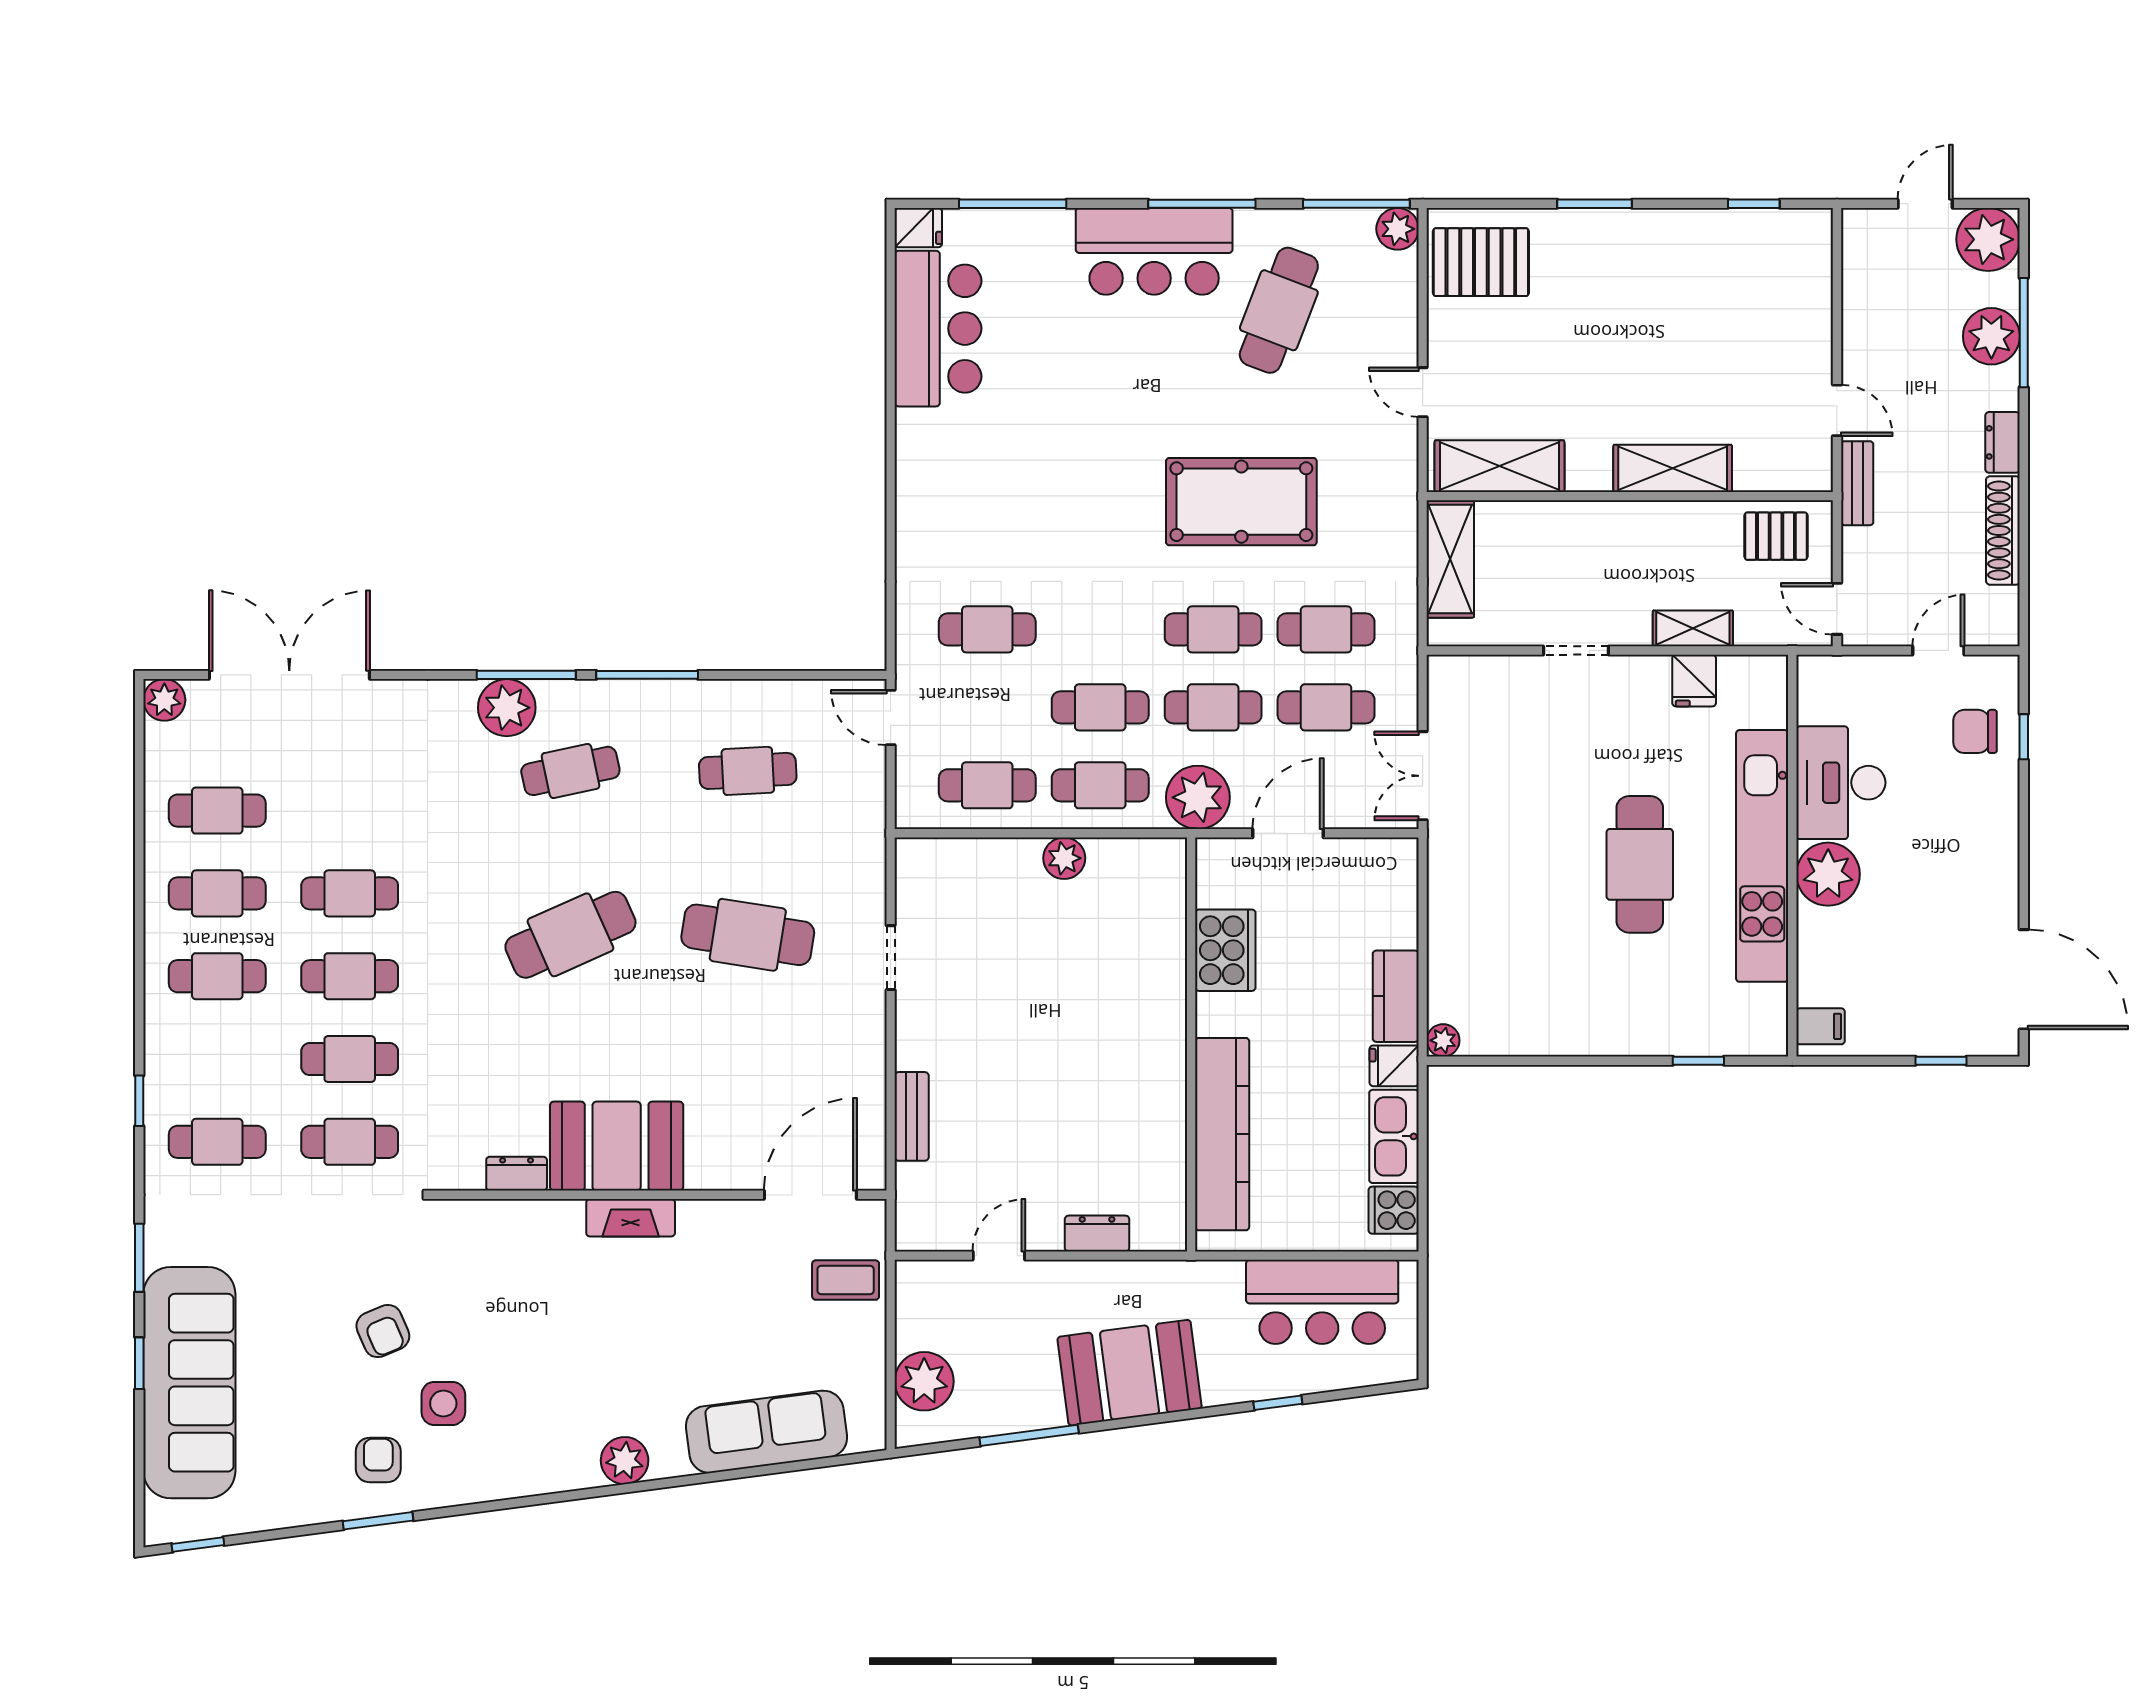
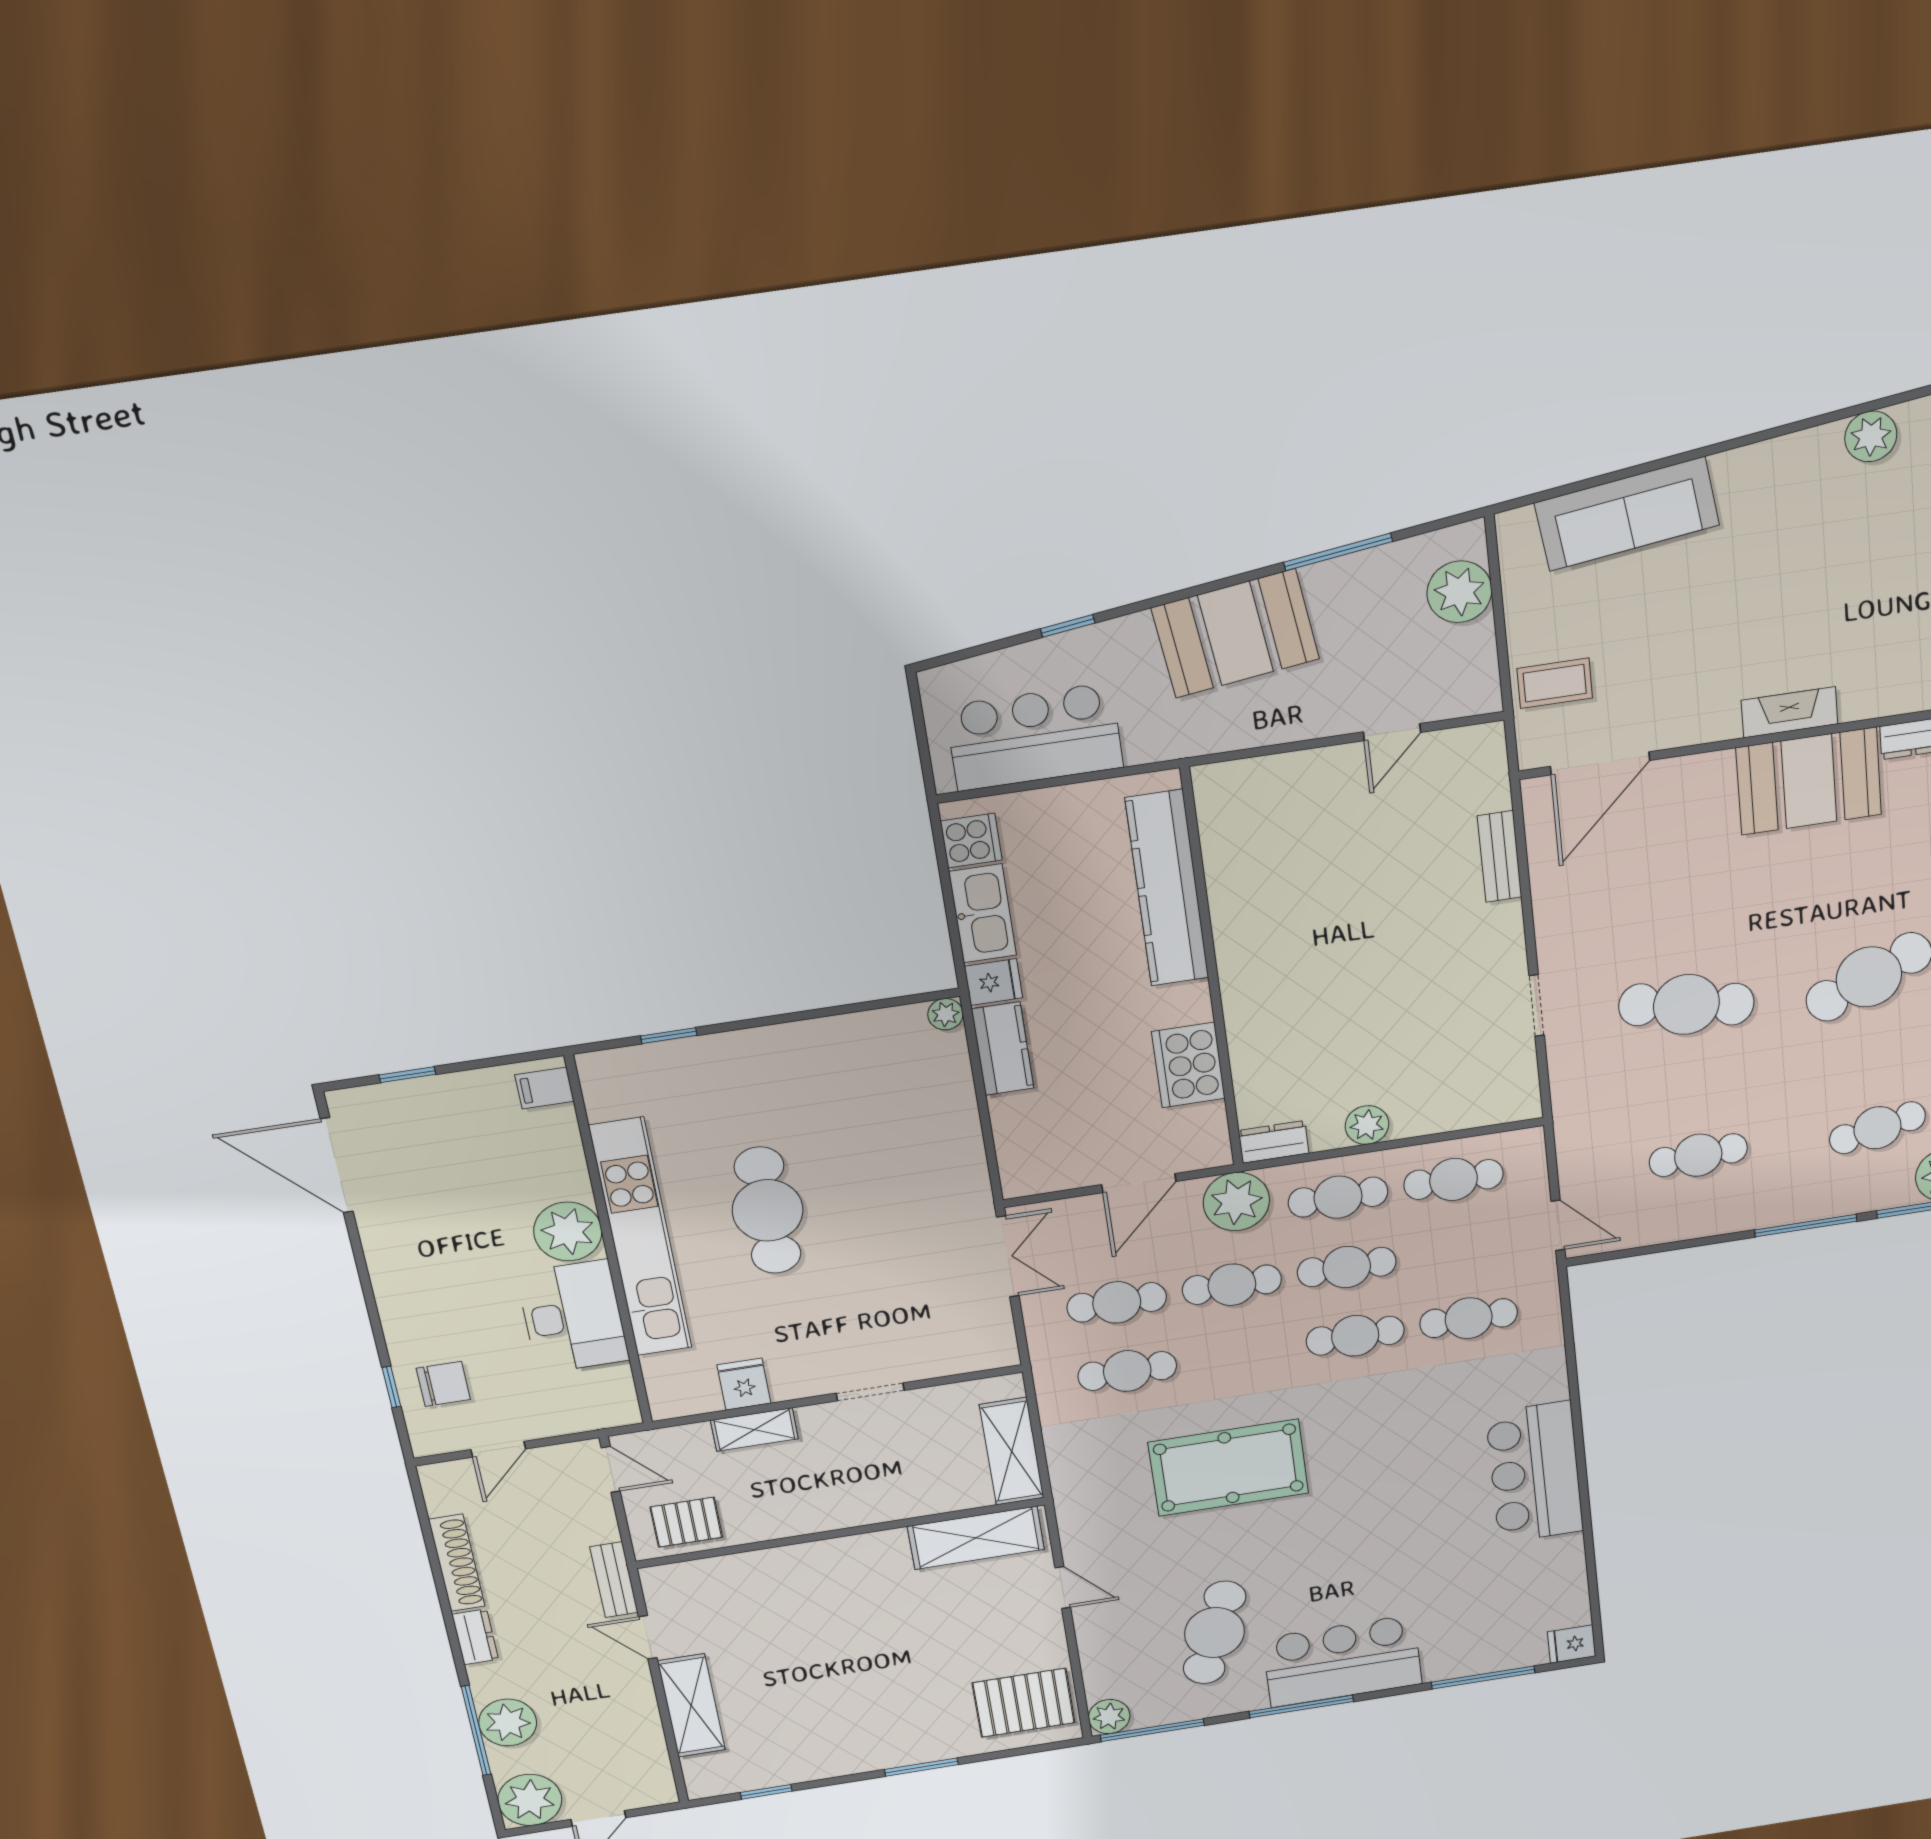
bar counter: (938, 329) -> (1535, 1472), moved
shelving: (1673, 468) -> (691, 1705), moved, turned 90
cafe table: (1213, 629) -> (1355, 1336), moved
dresser: (1097, 1234) -> (1273, 1142), moved, turned 180
plant: (625, 1461) -> (1871, 436), moved

